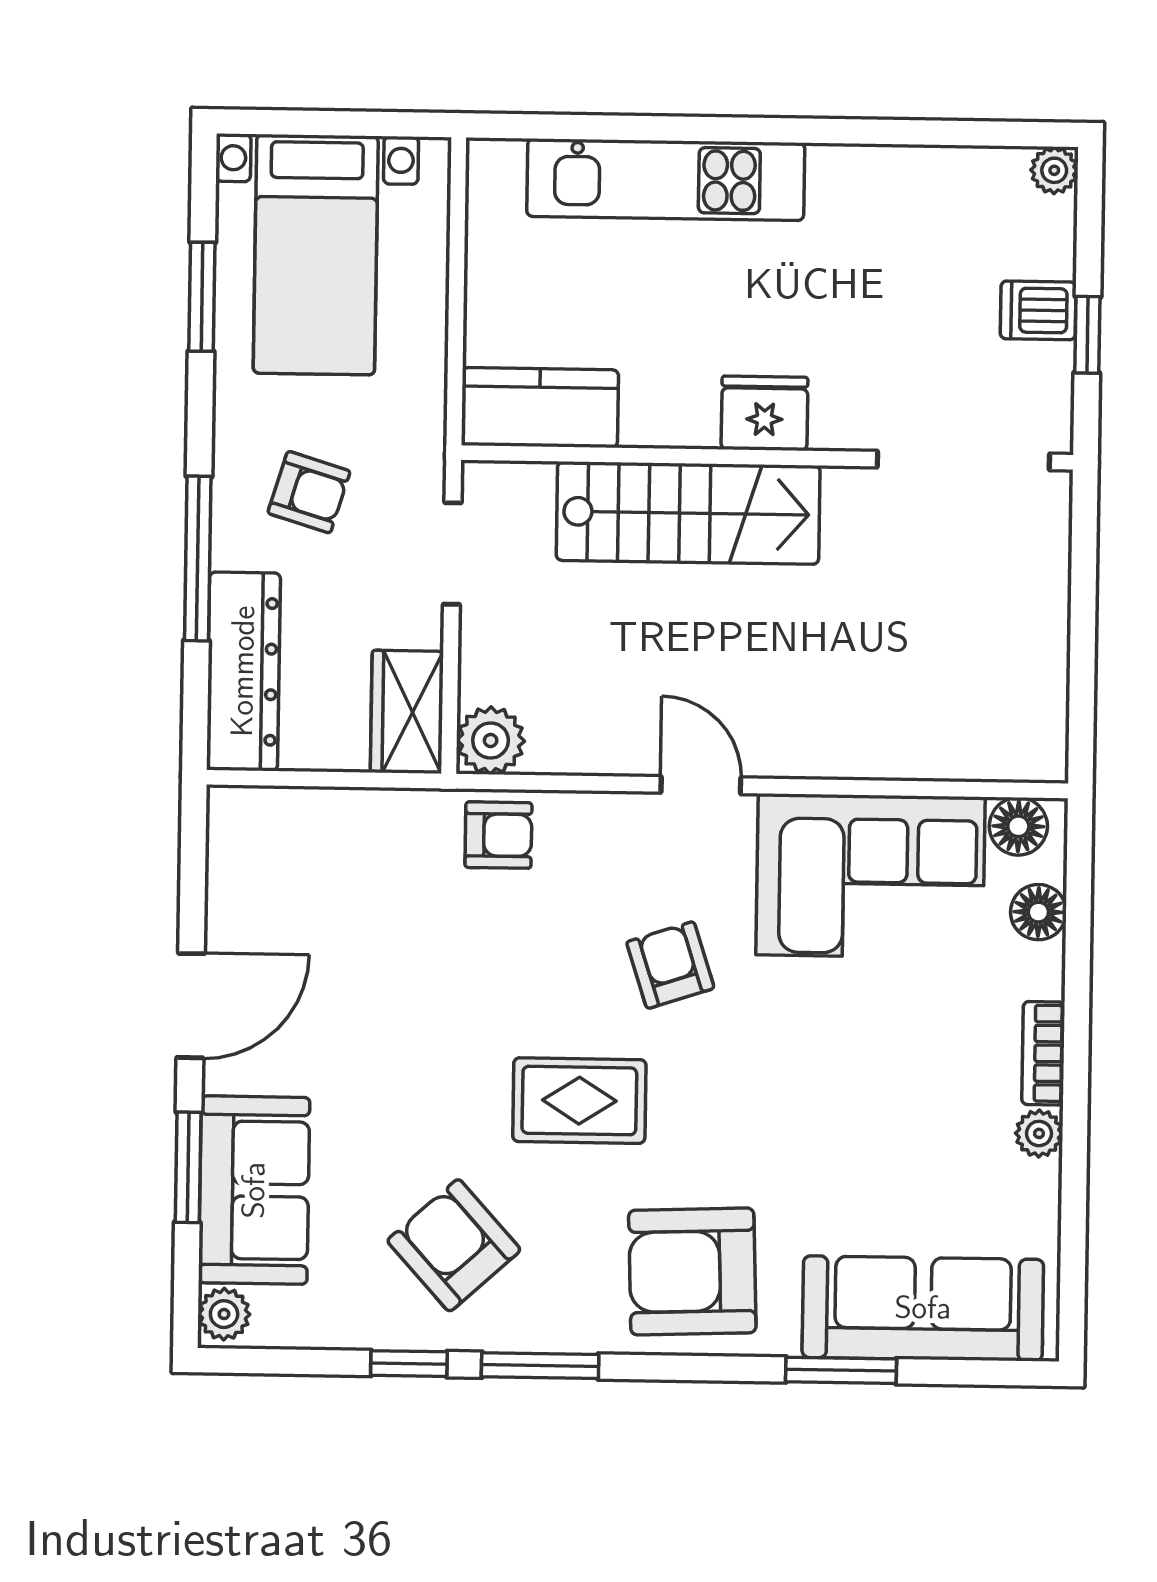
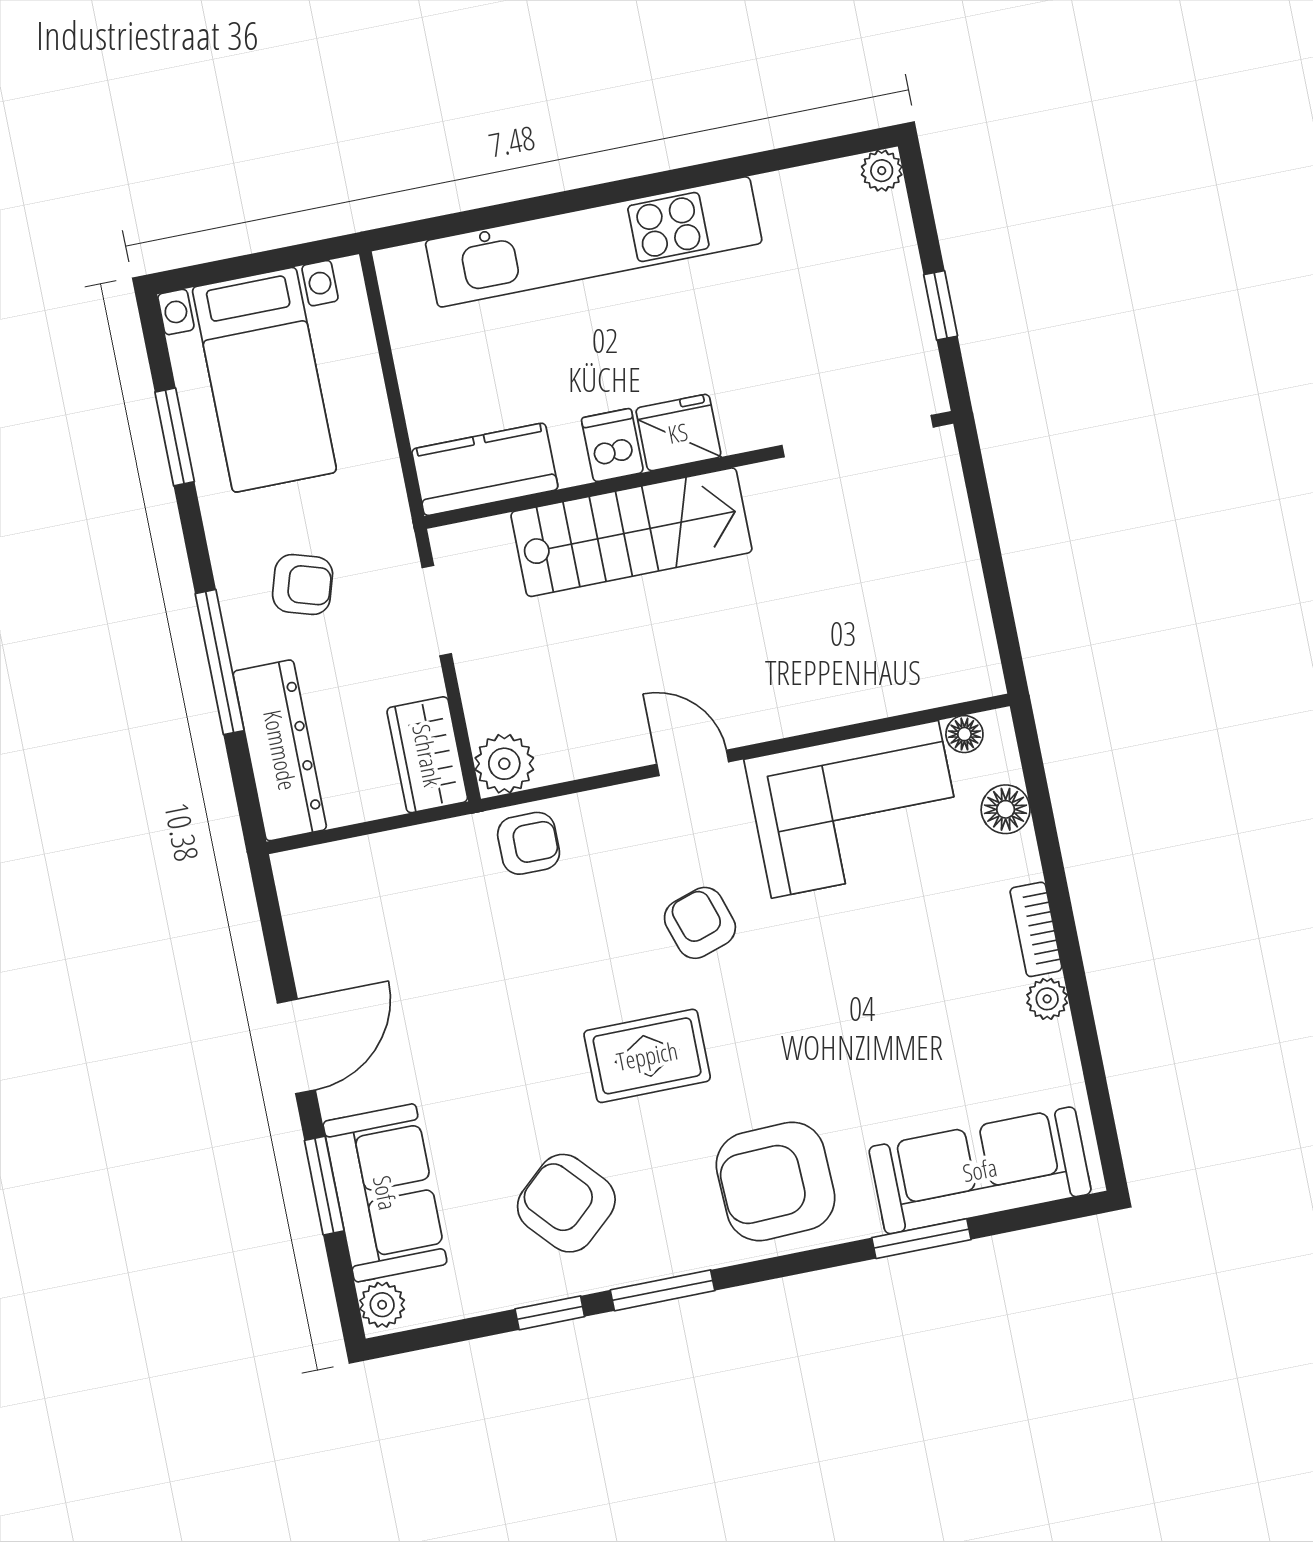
kitchen unit: (666, 180) -> (594, 242), width x1.36
dishwasher: (1038, 310) -> (612, 445), moved, turned 90
floor lamp: (1018, 826) -> (964, 734), width x0.73, depth x0.73

